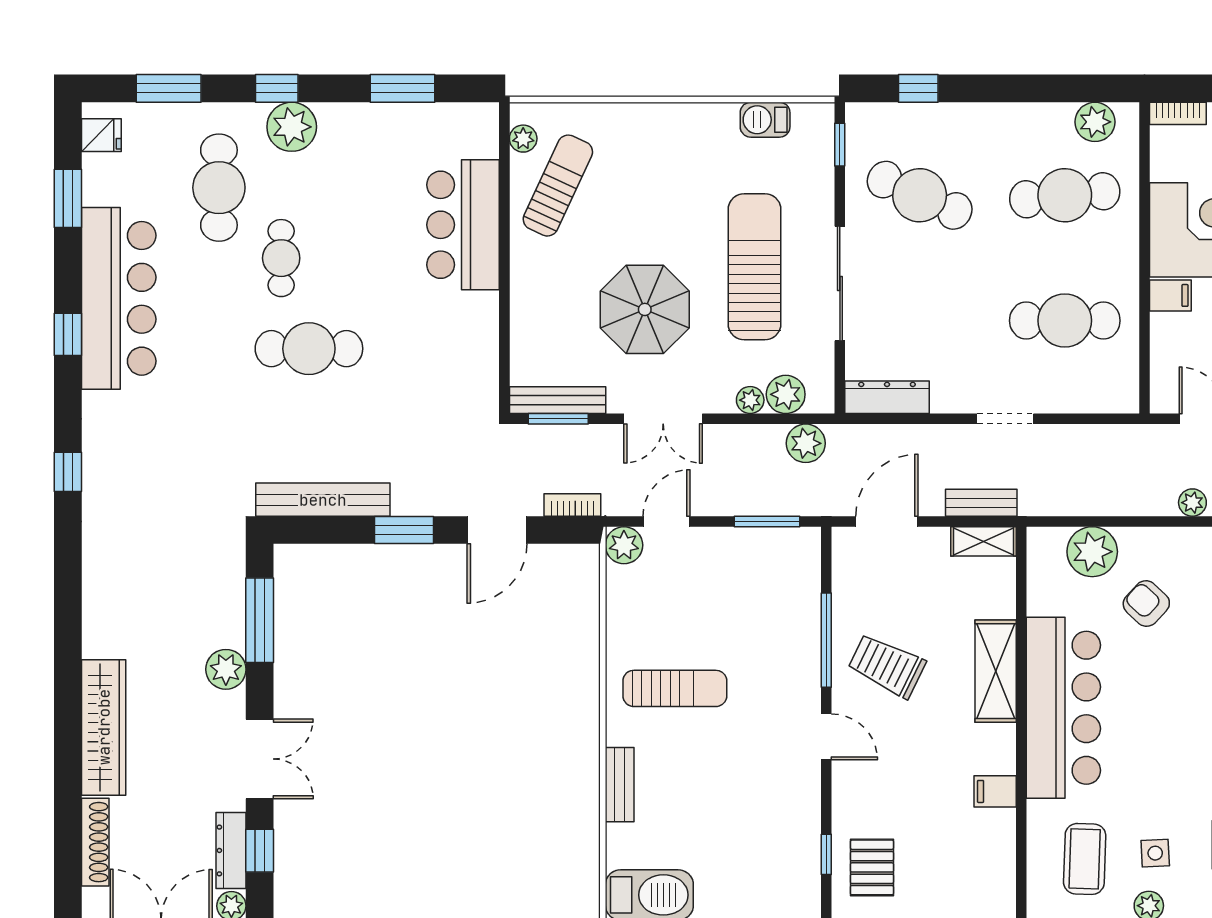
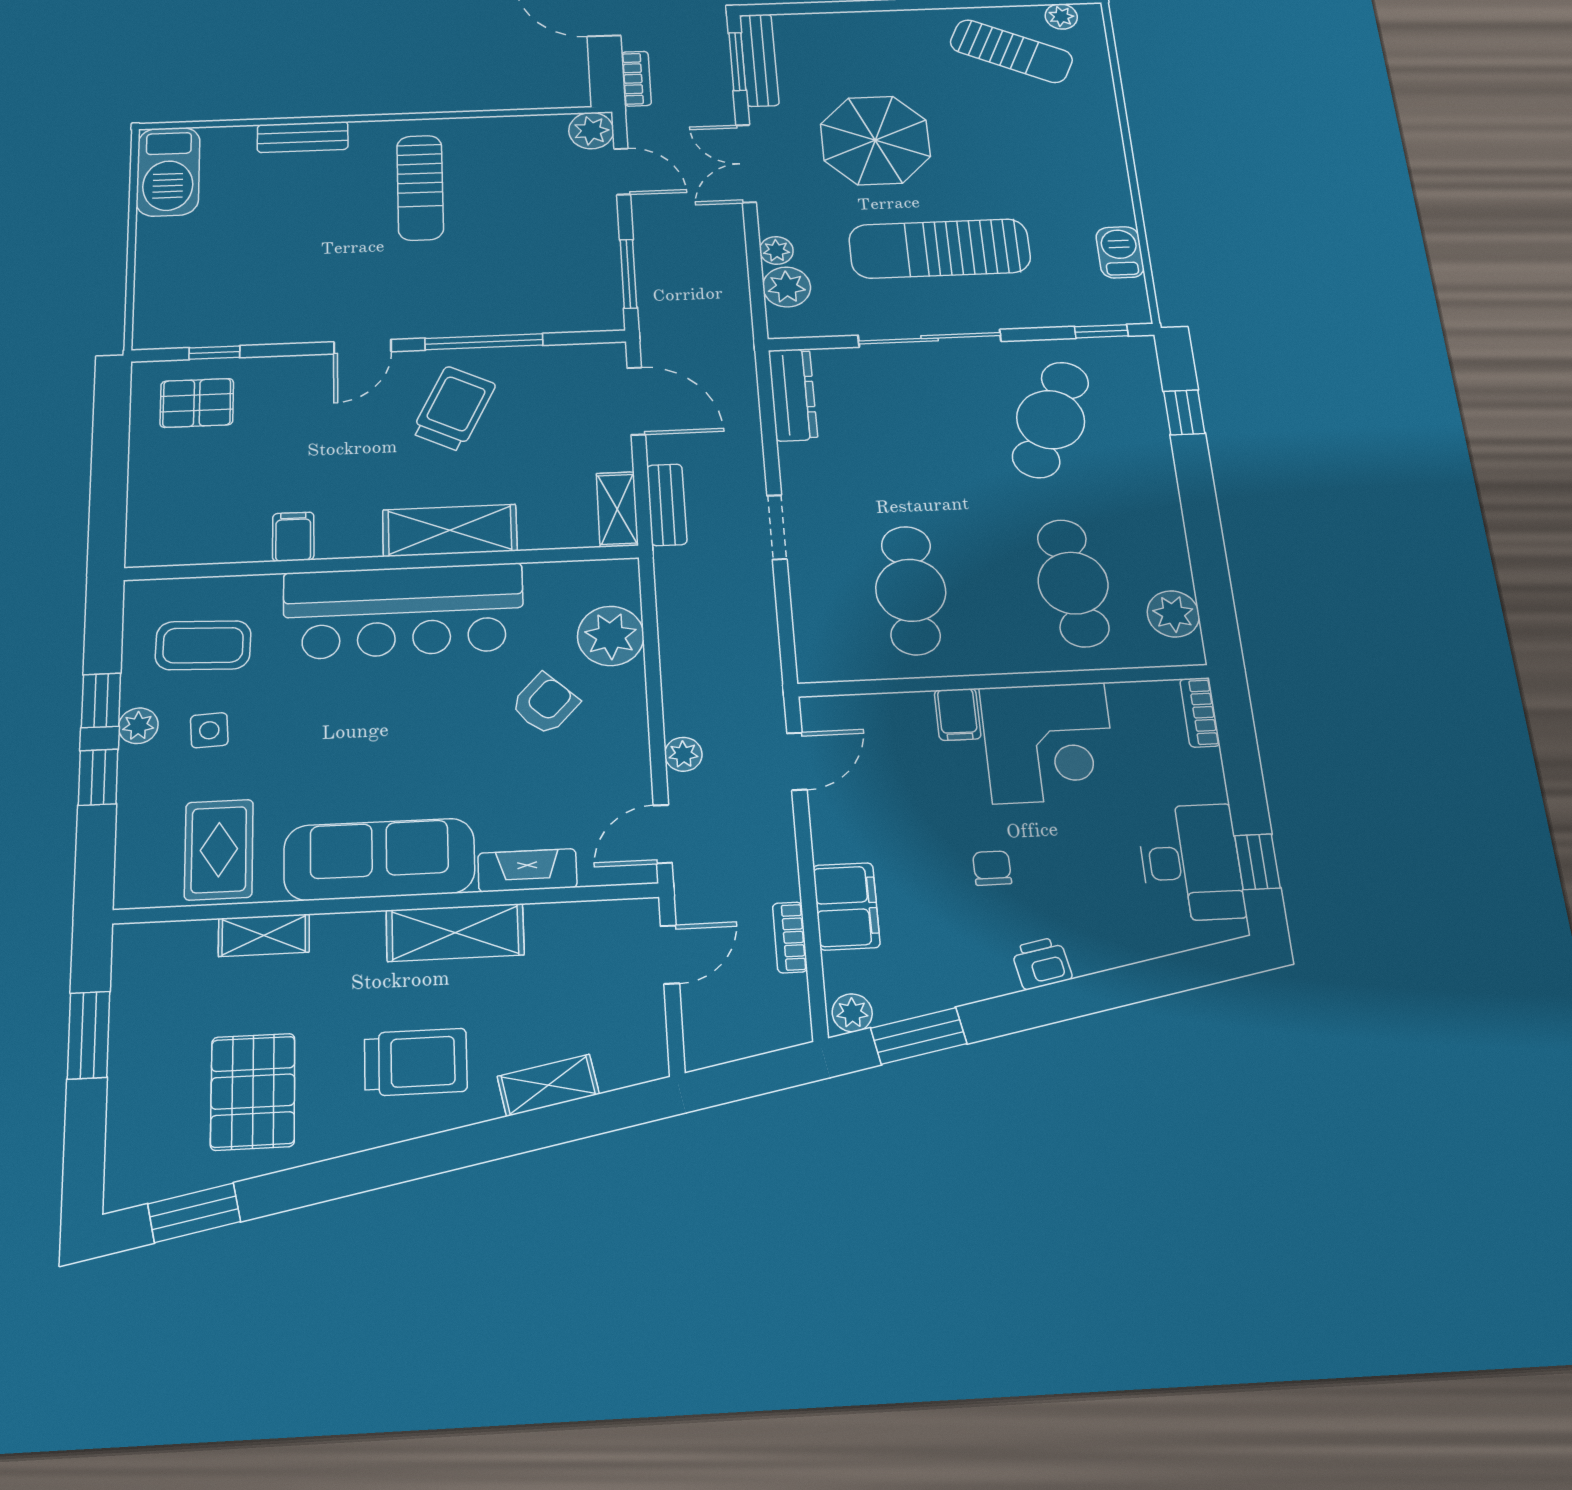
sun lounger: (755, 267) -> (940, 249), turned 180
plant: (806, 443) -> (728, 310), removed

